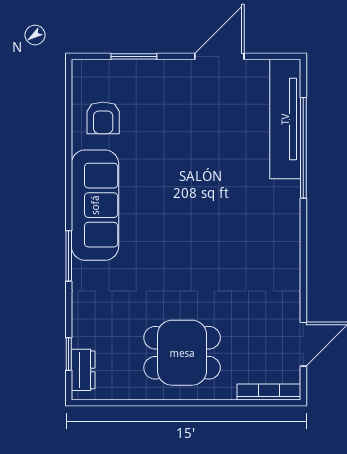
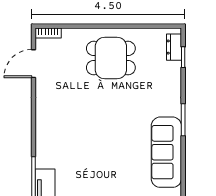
bookcase: (269, 392) -> (48, 33), width x0.64

